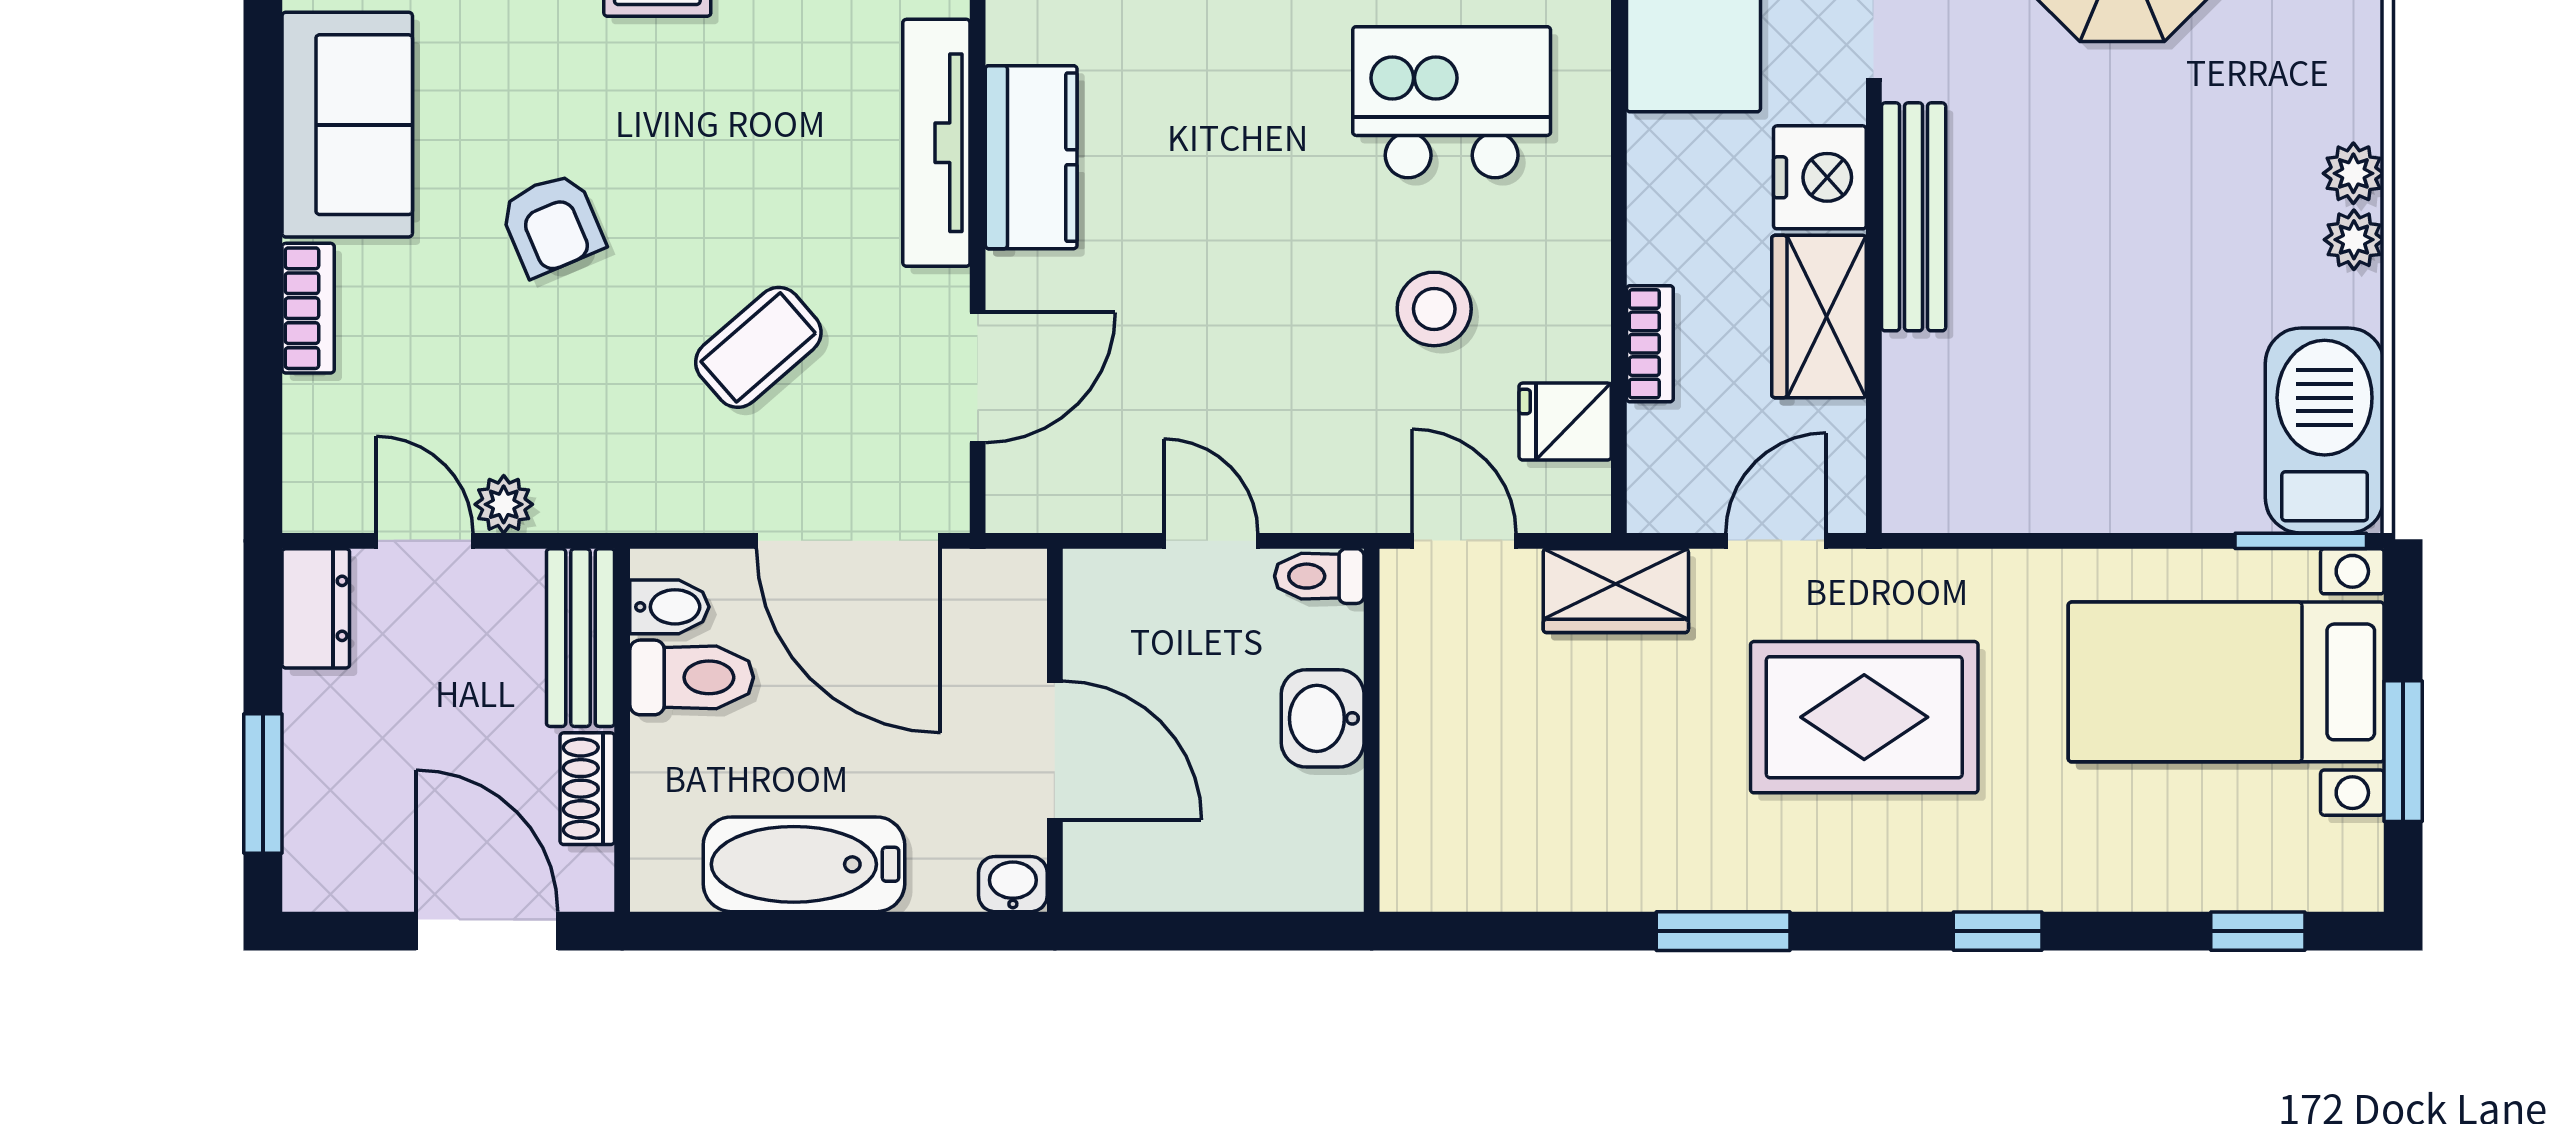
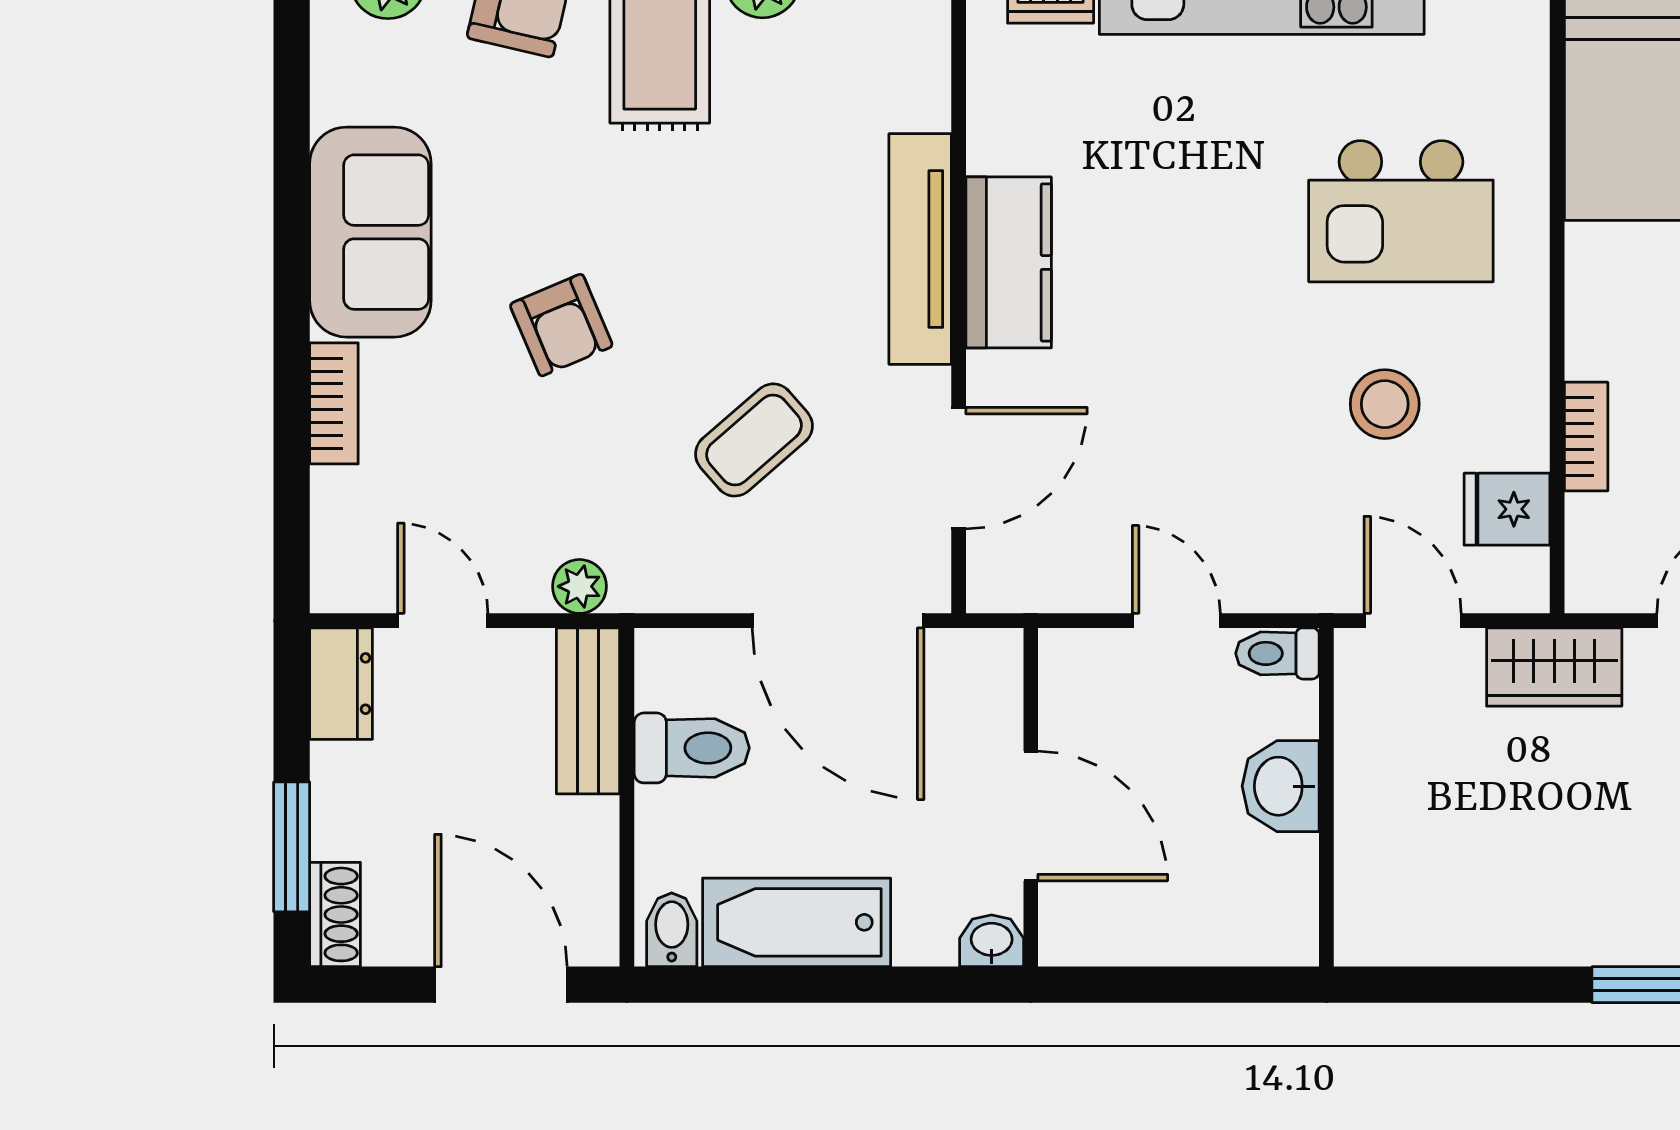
kitchen island: (1452, 102) -> (1401, 211), turned 180
plant: (504, 504) -> (579, 586), moved
bidet: (669, 607) -> (672, 930), moved, turned -90
shoe rack: (587, 789) -> (335, 914), moved, turned 180

